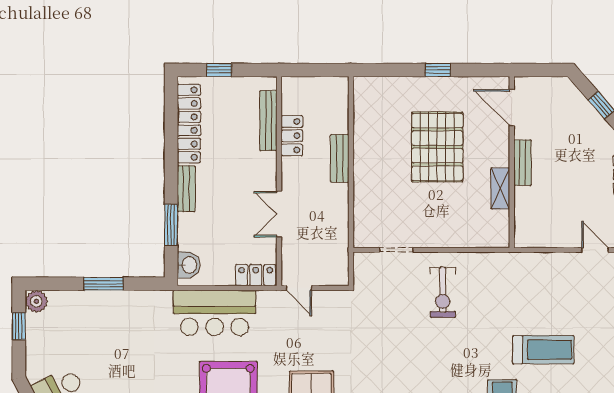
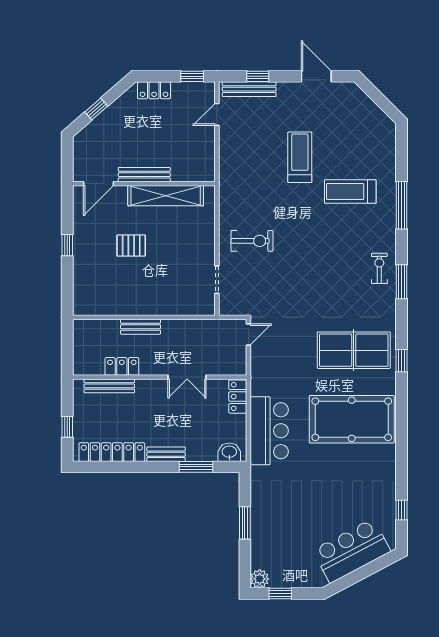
pallet: (437, 147) -> (131, 246), width x0.49, depth x0.50
bench: (523, 163) -> (144, 175), width x1.36
shelving: (500, 188) -> (166, 196), width x2.20, depth x1.33
door: (299, 288) -> (248, 334), moved

